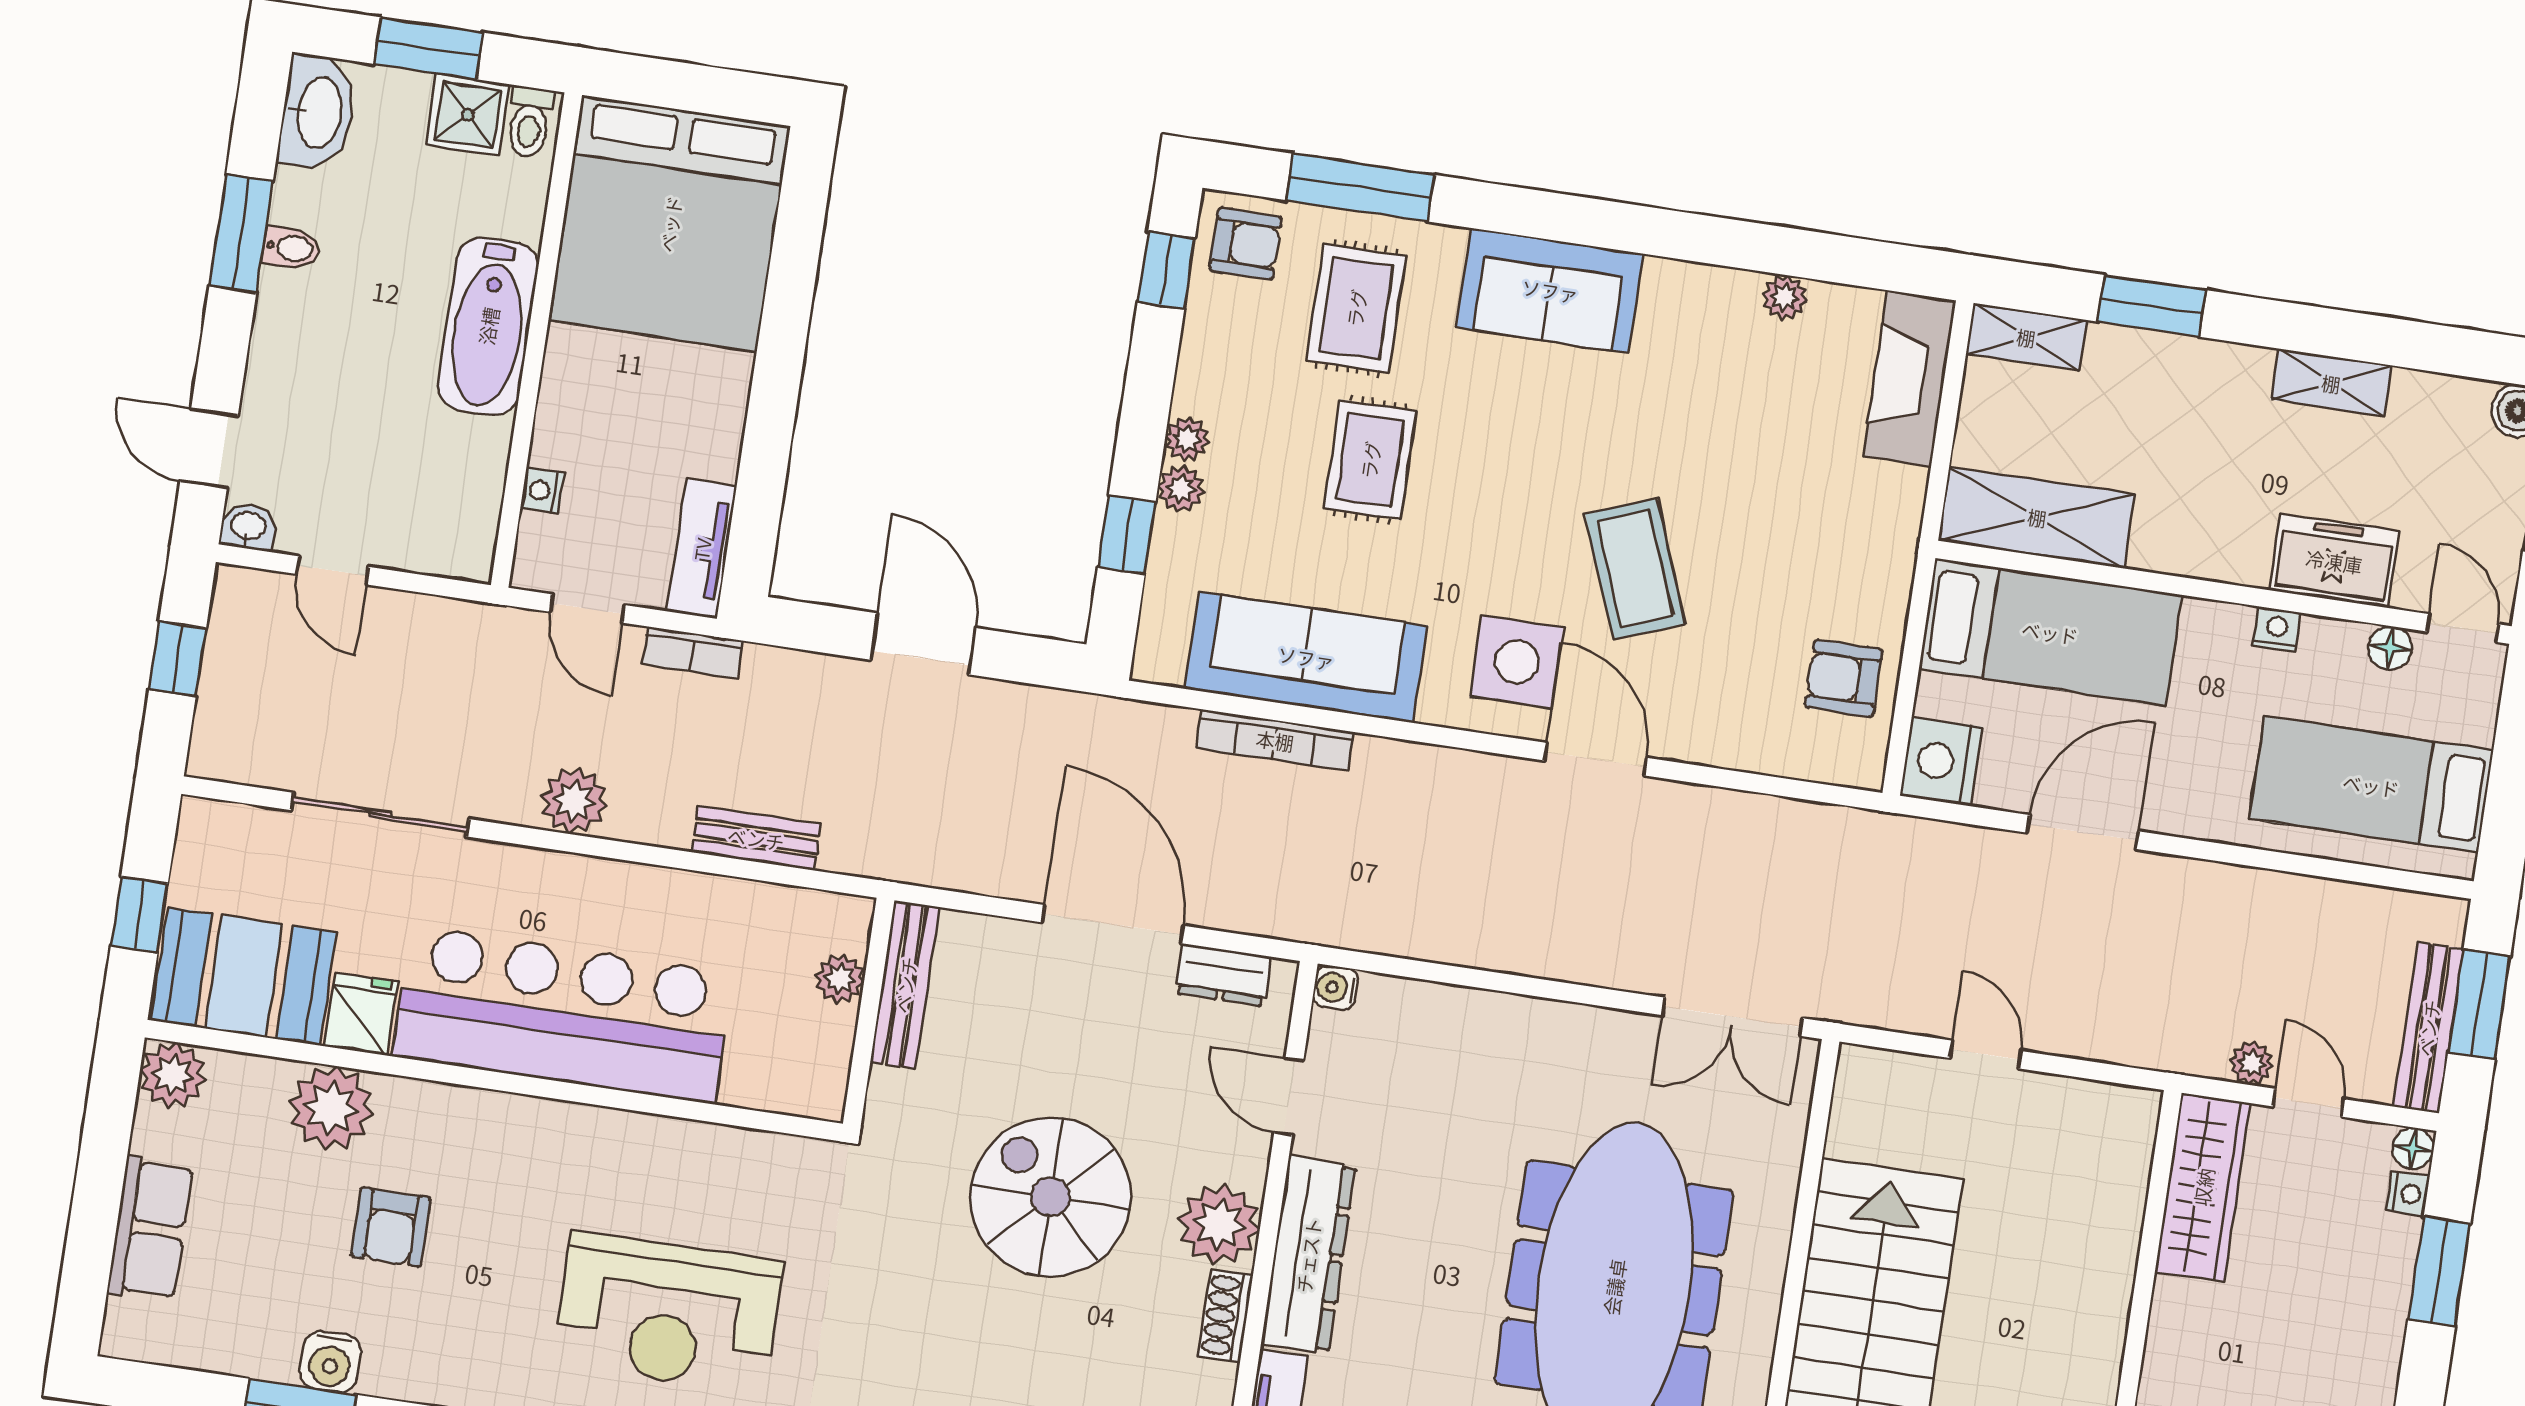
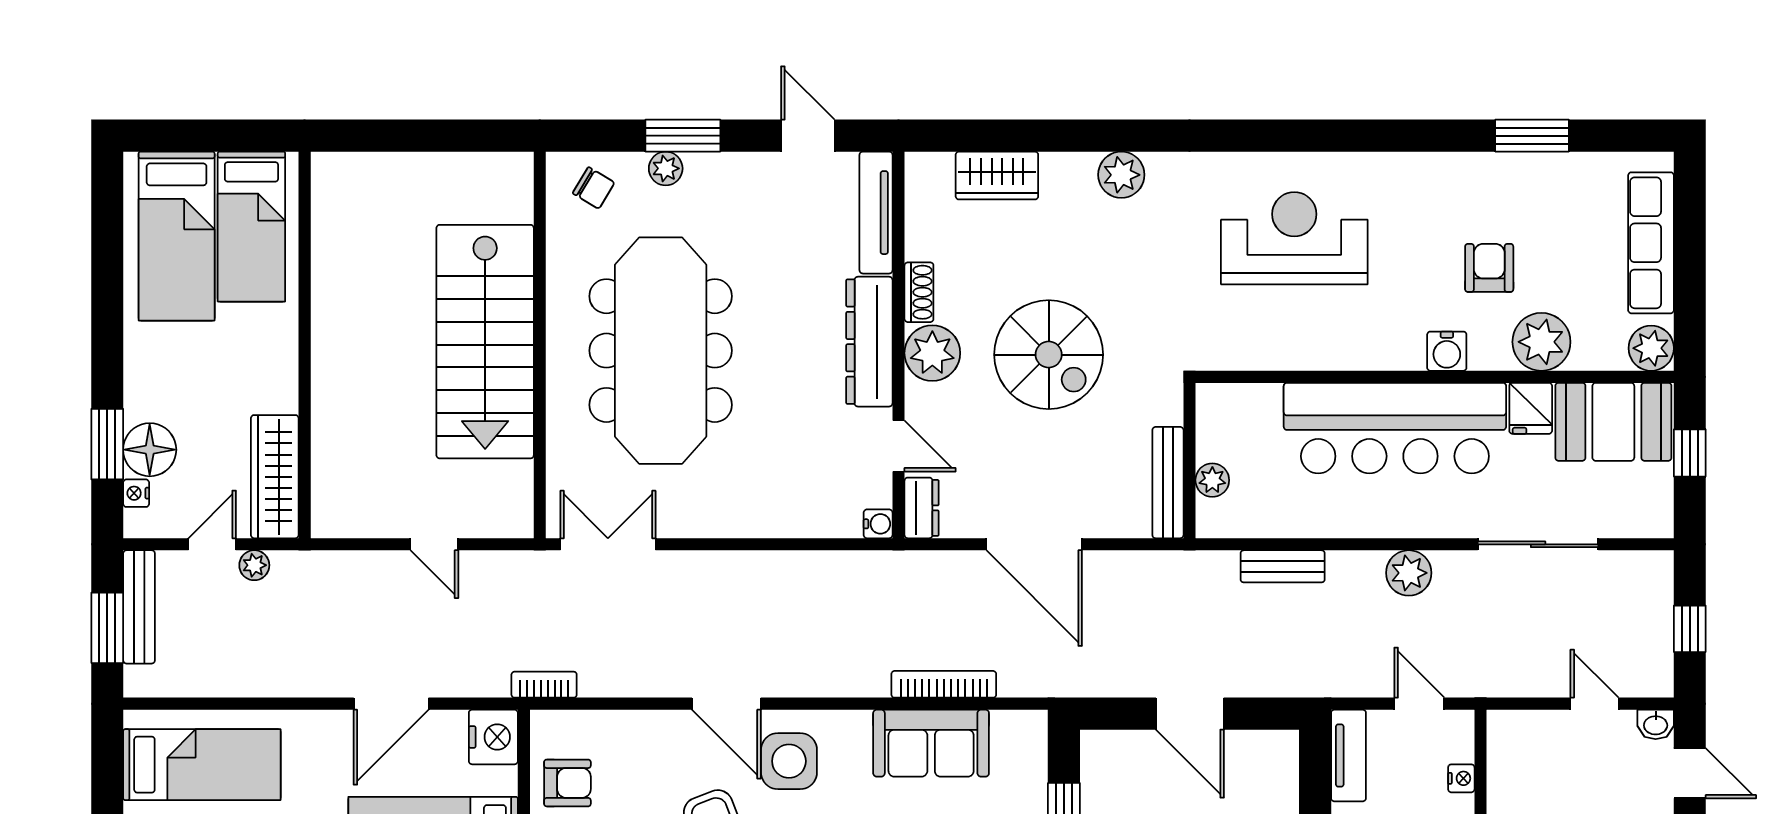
bookcase: (692, 652) -> (544, 685), moved
sofa: (1306, 657) -> (931, 743), width x0.73
dresser: (1223, 975) -> (922, 508), moved, turned 90
door: (2308, 1103) -> (212, 544), swing flipped
floor lamp: (2413, 1148) -> (150, 450), moved, width x1.89, depth x1.89
row of seats: (150, 1228) -> (1651, 243), width x1.48
water cooler: (330, 1362) -> (1447, 351), moved, turned 180

